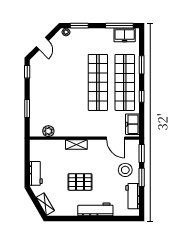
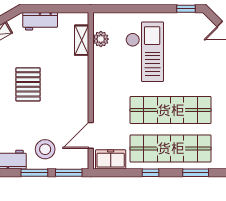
checkout: (57, 100) -> (145, 52), added
window: (27, 109) -> (133, 9), removed
shelving: (76, 144) -> (82, 40), moved

